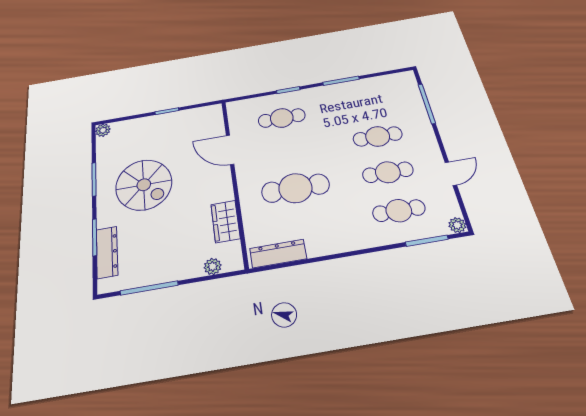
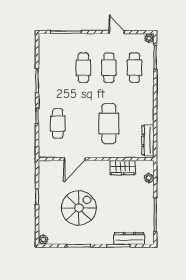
spiral stairs: (144, 185) -> (79, 208), moved

